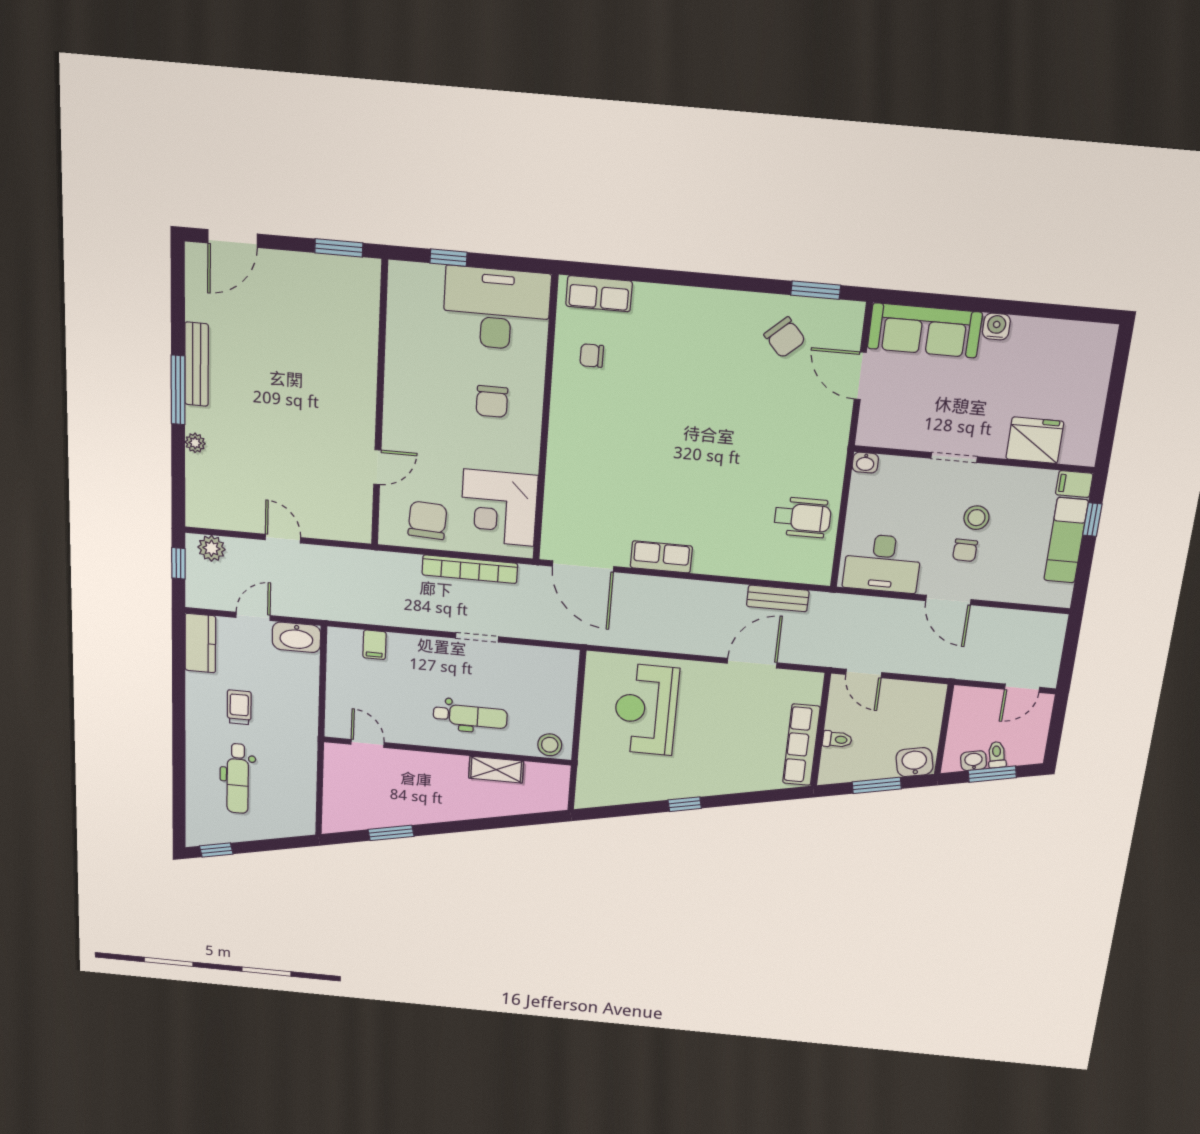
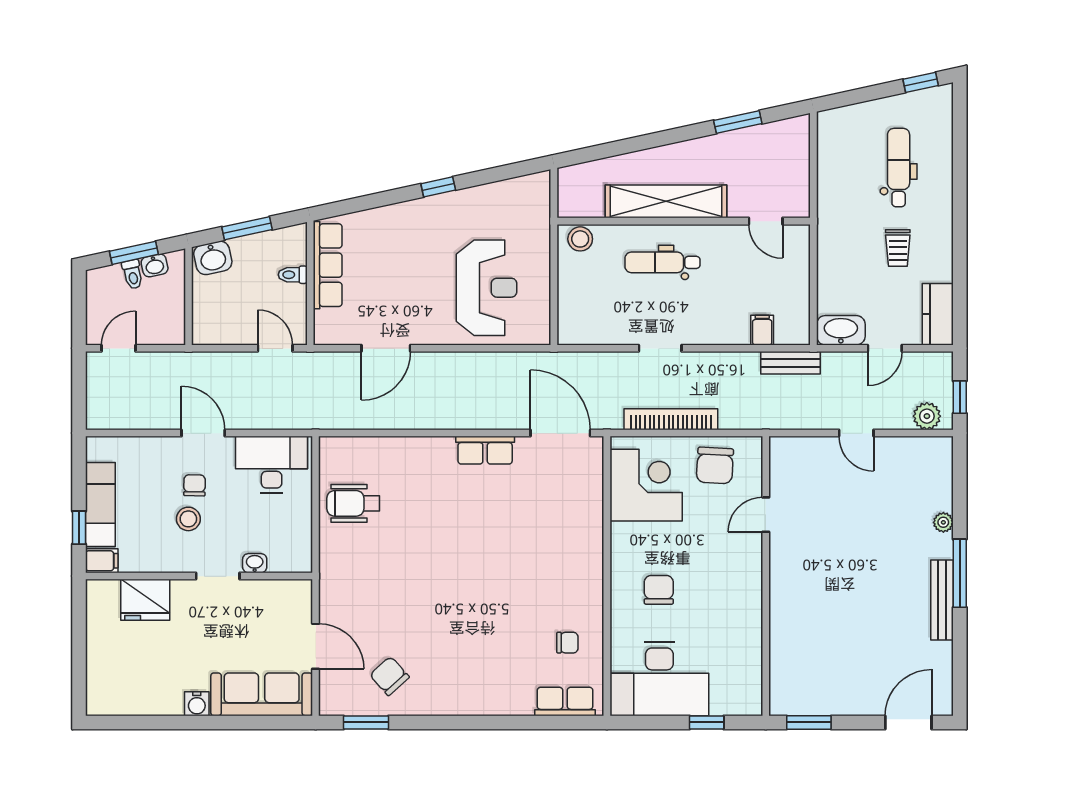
washbasin: (865, 463) -> (255, 563), moved
bench: (778, 598) -> (791, 363), moved
shelving: (496, 770) -> (666, 201), width x2.20, depth x1.33

